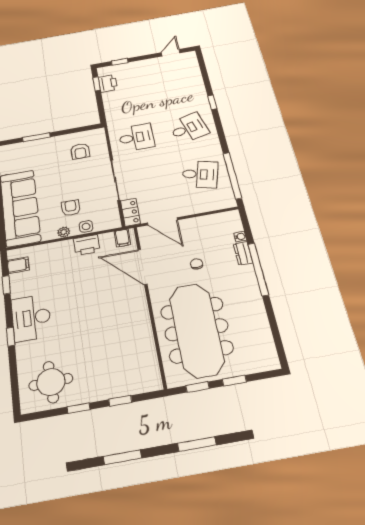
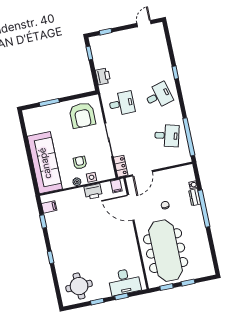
printer: (108, 83) -> (103, 76), moved
armchair: (80, 151) -> (82, 115), width x1.88, depth x1.88
door: (162, 221) -> (142, 173), hinge flipped
desk: (31, 318) -> (124, 282), moved, turned -90

